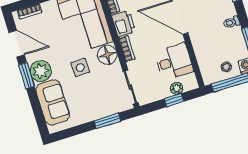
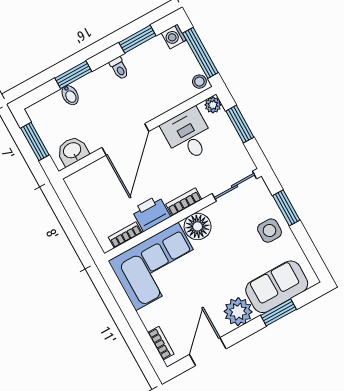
side table: (80, 67) -> (270, 231), moved
stool: (226, 67) -> (199, 82), moved
window: (27, 76) -> (279, 312), moved
plant: (177, 88) -> (213, 105), moved
window: (174, 100) -> (240, 124), width x1.50

